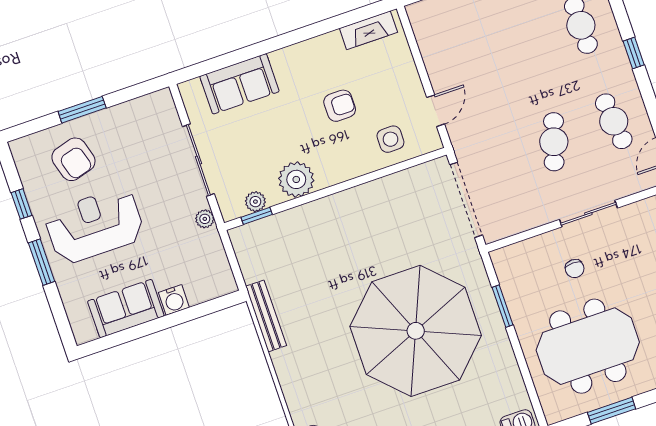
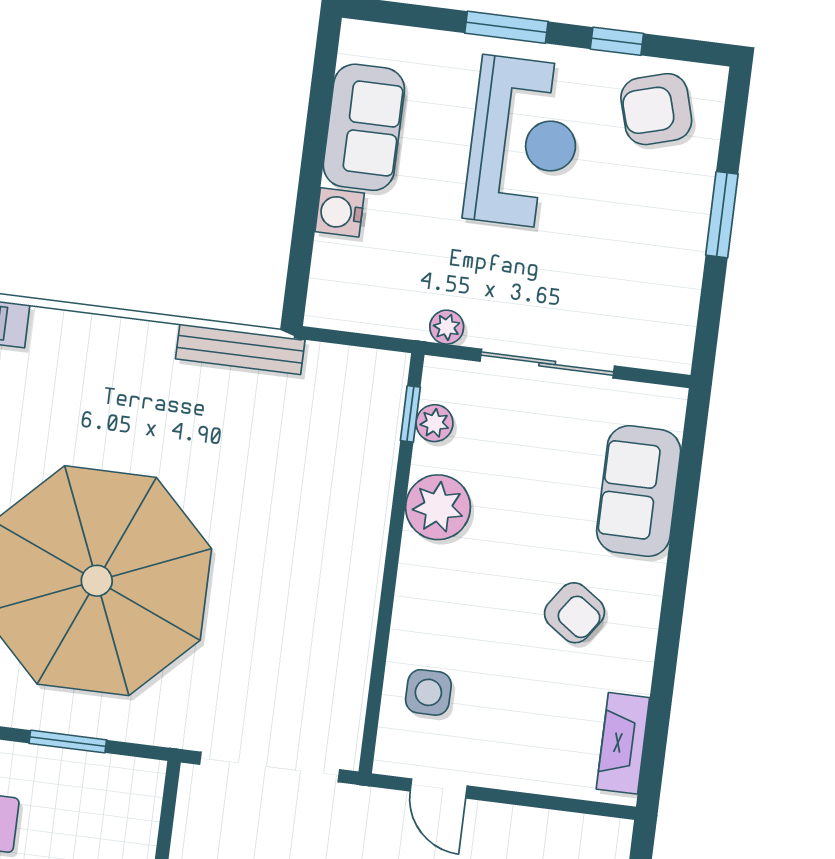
armchair: (340, 106) -> (574, 613), moved, turned -55
armchair: (73, 159) -> (656, 109), moved

